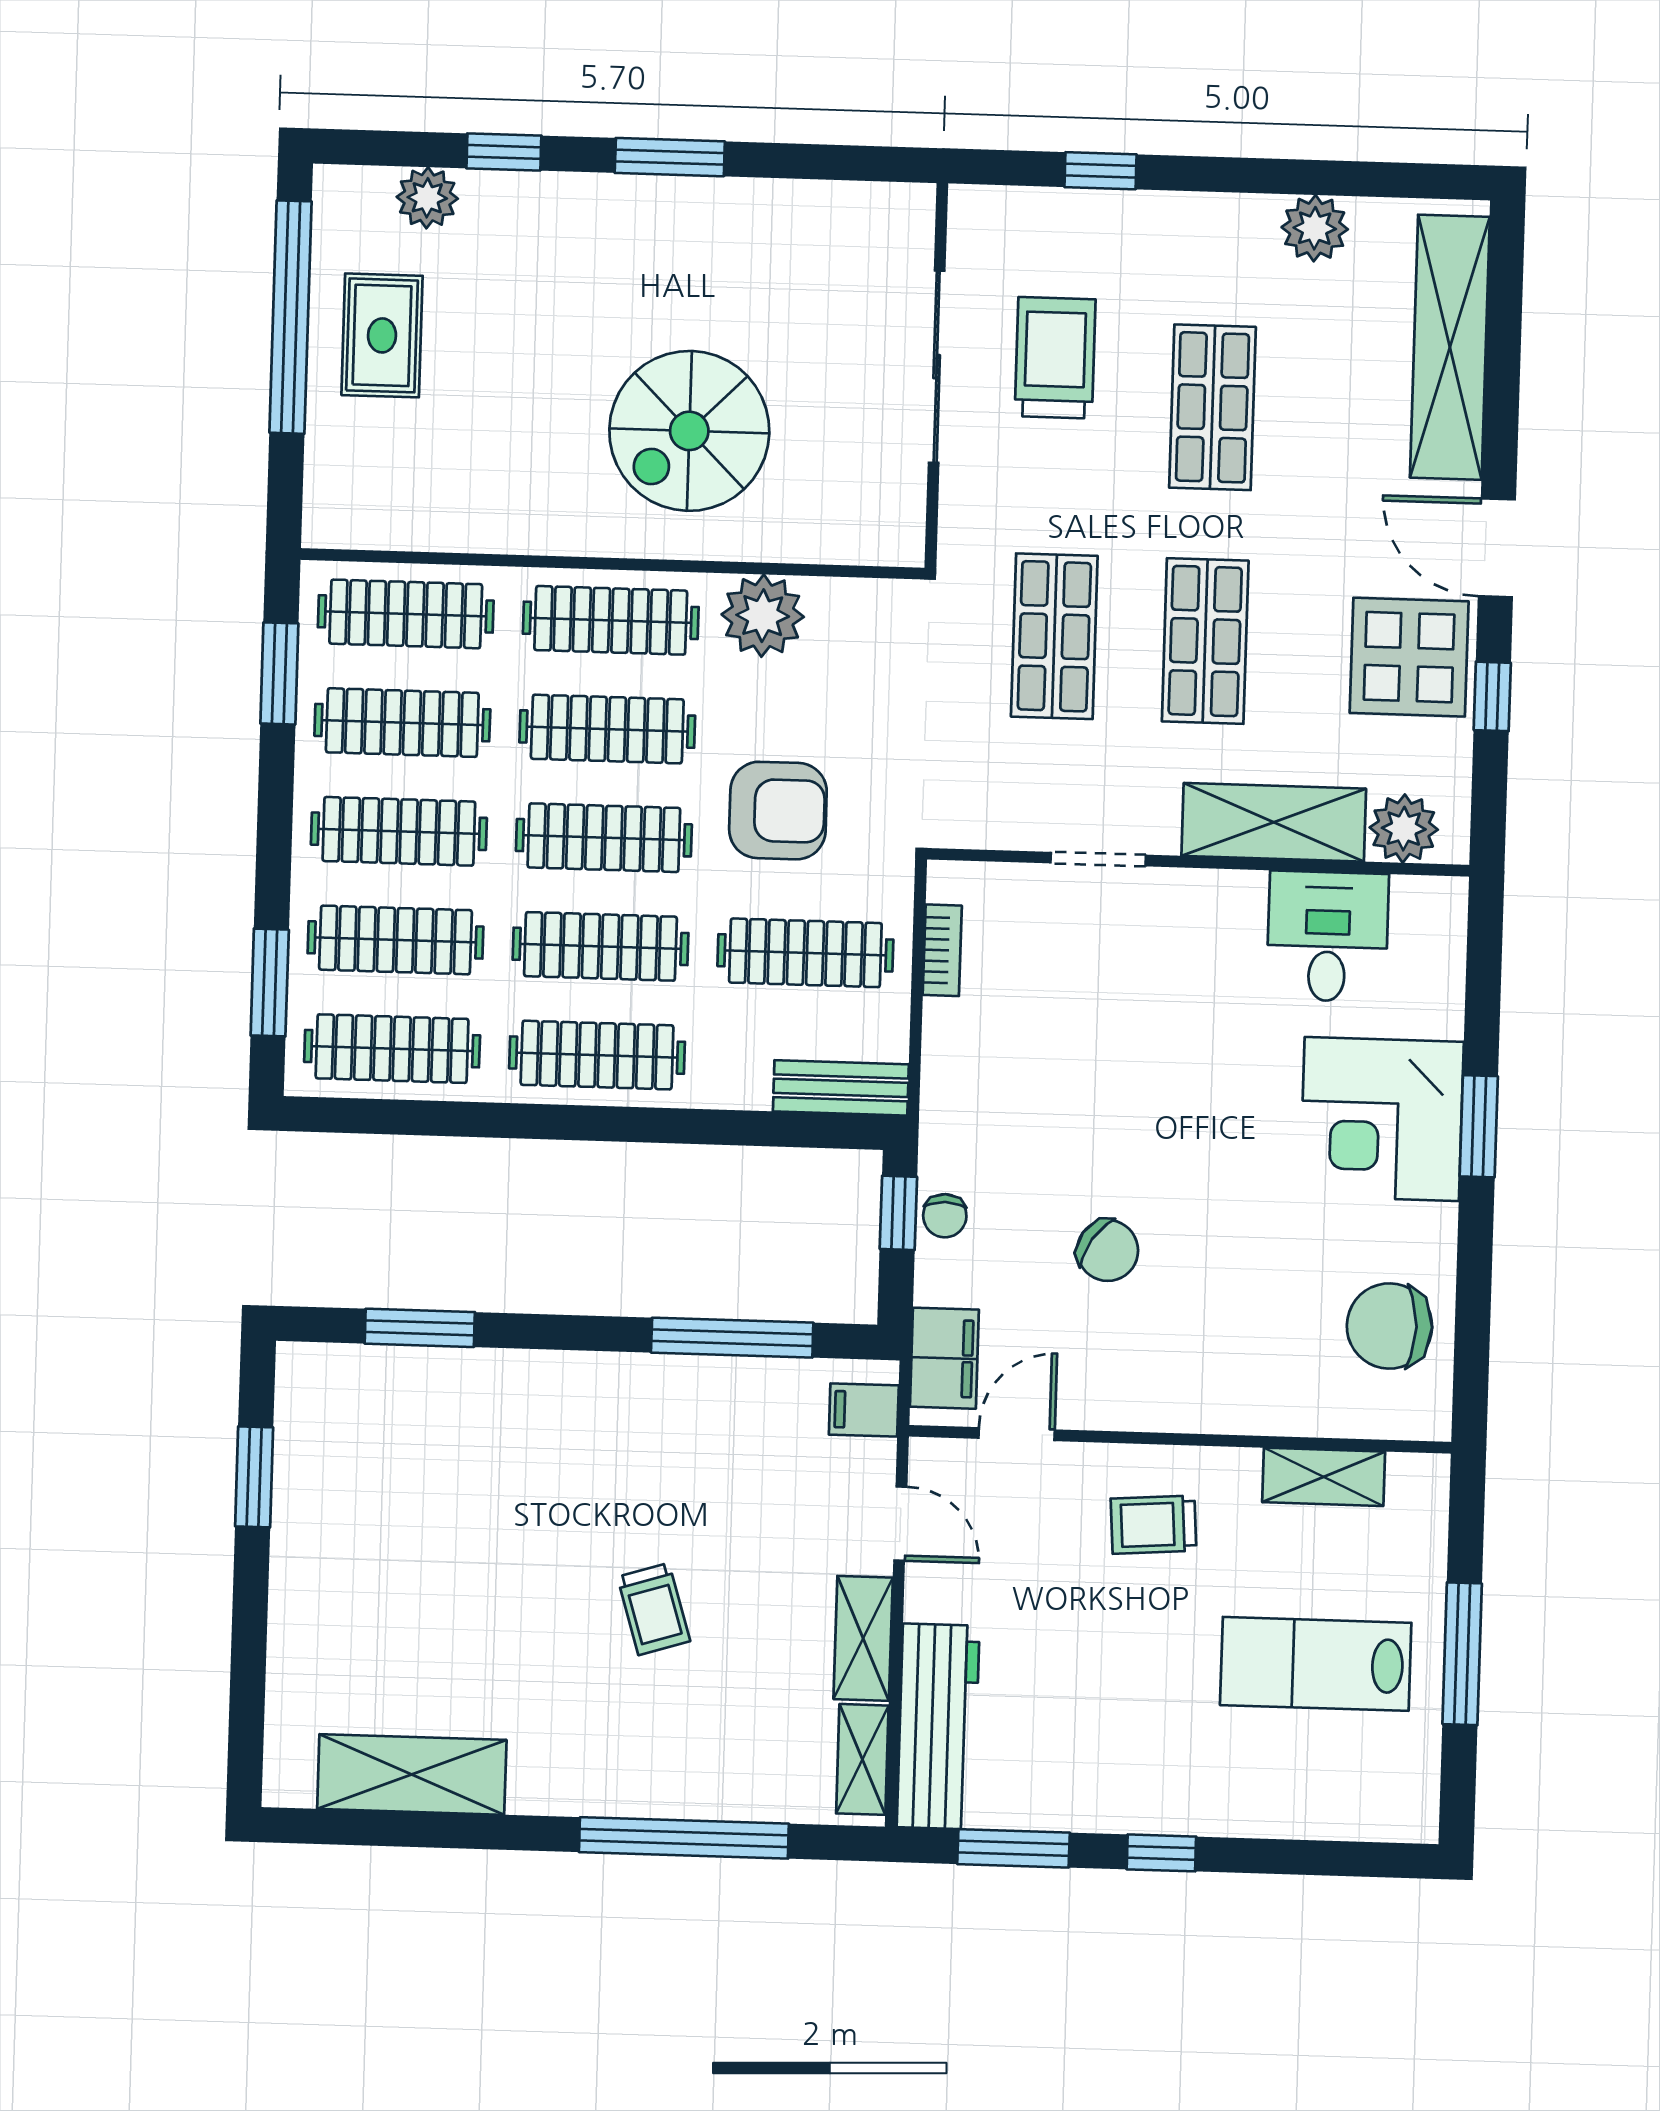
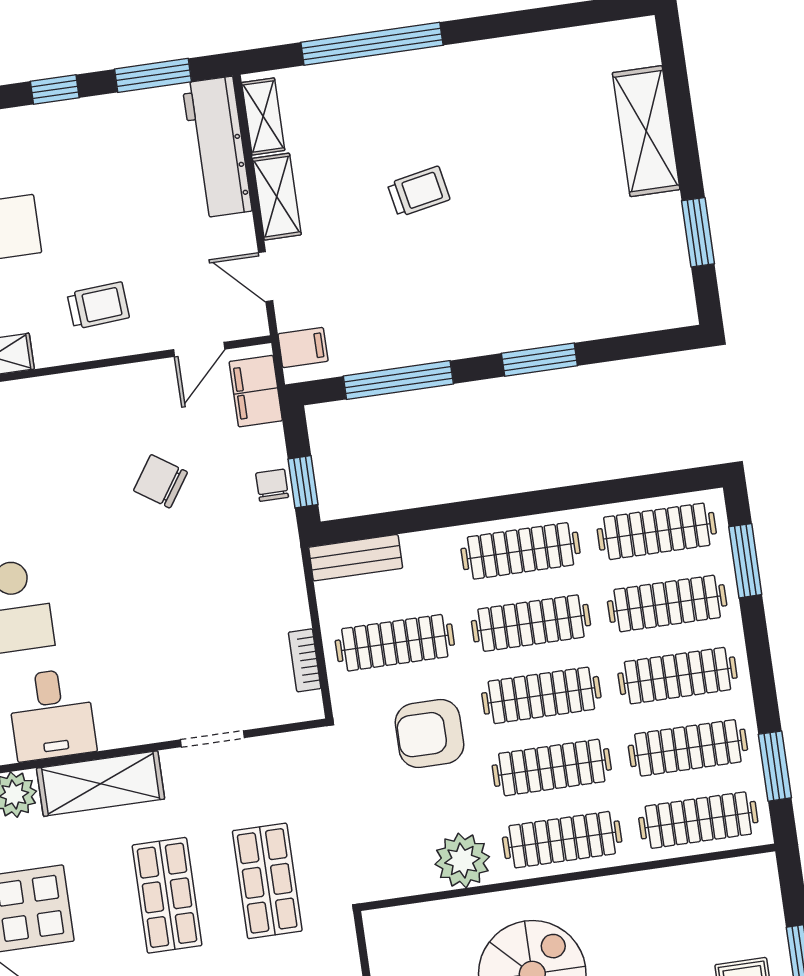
window: (420, 1328) -> (539, 360), moved
trolley: (654, 1609) -> (419, 192), turned 96
shelving: (412, 1774) -> (646, 131), moved, turned 90

